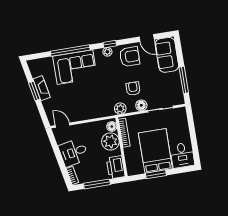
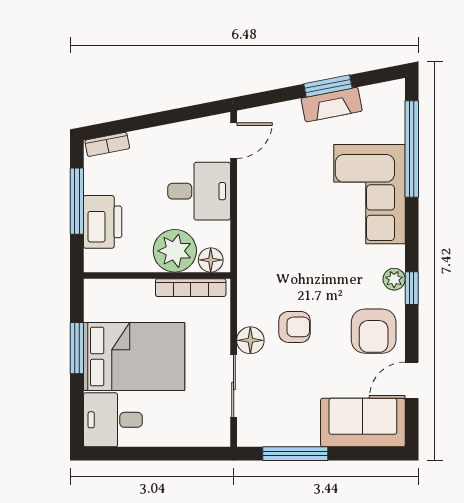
window: (70, 51) -> (412, 149), moved
plant: (120, 109) -> (251, 288), removed
desk: (74, 152) -> (199, 191), moved, turned 101
printer: (116, 167) -> (103, 222), moved, turned 90

